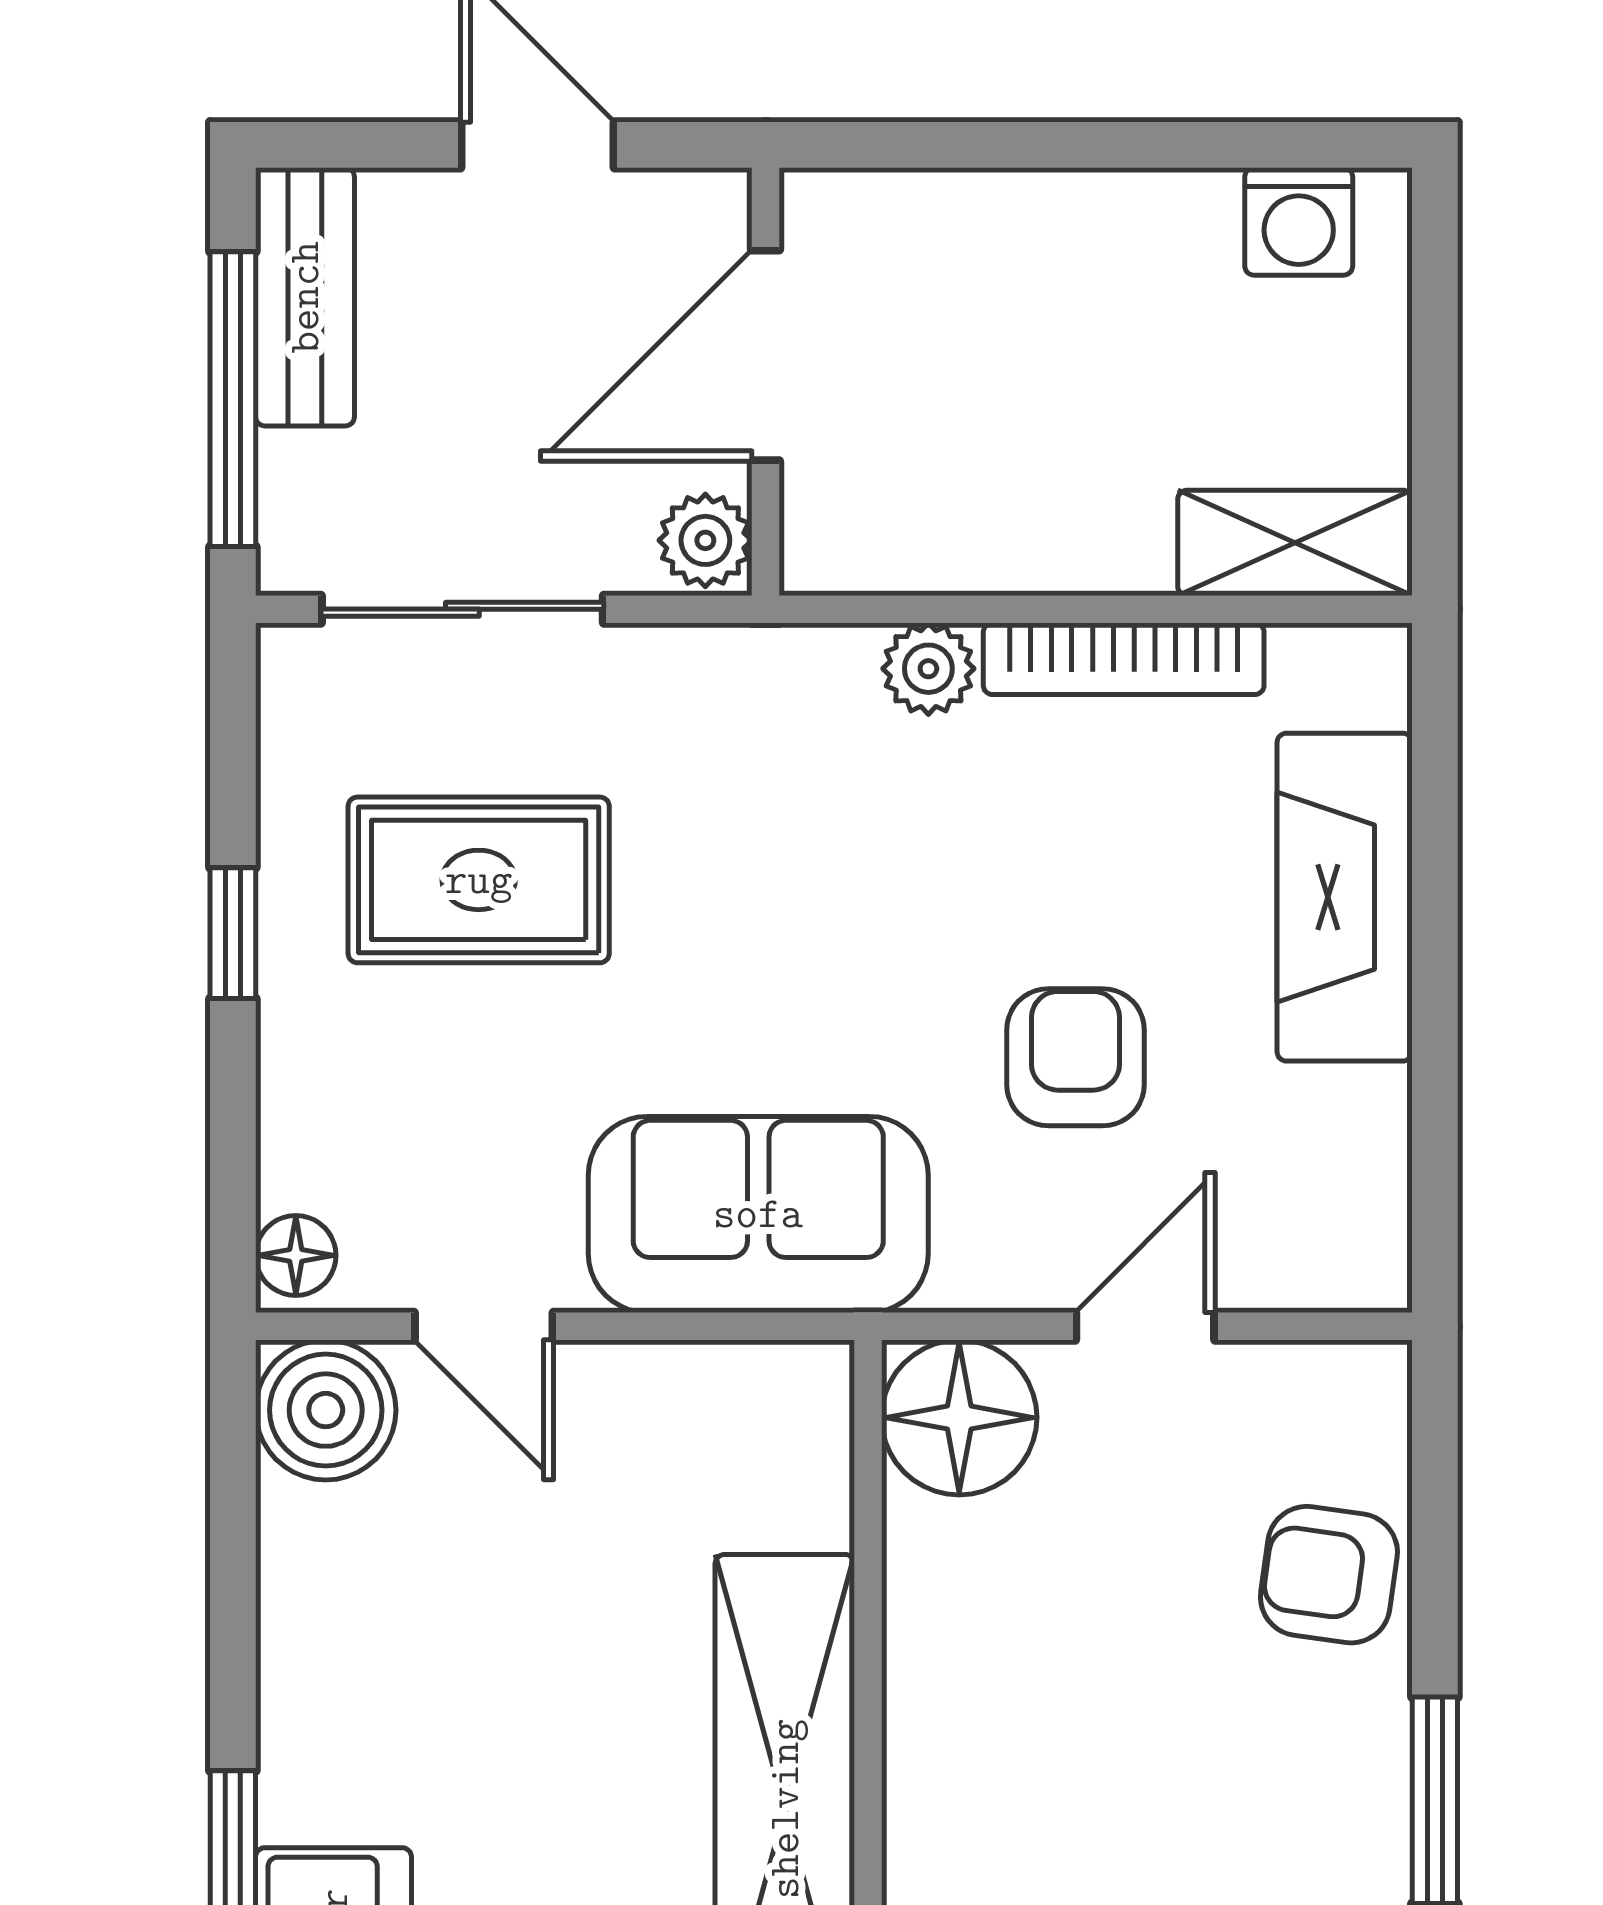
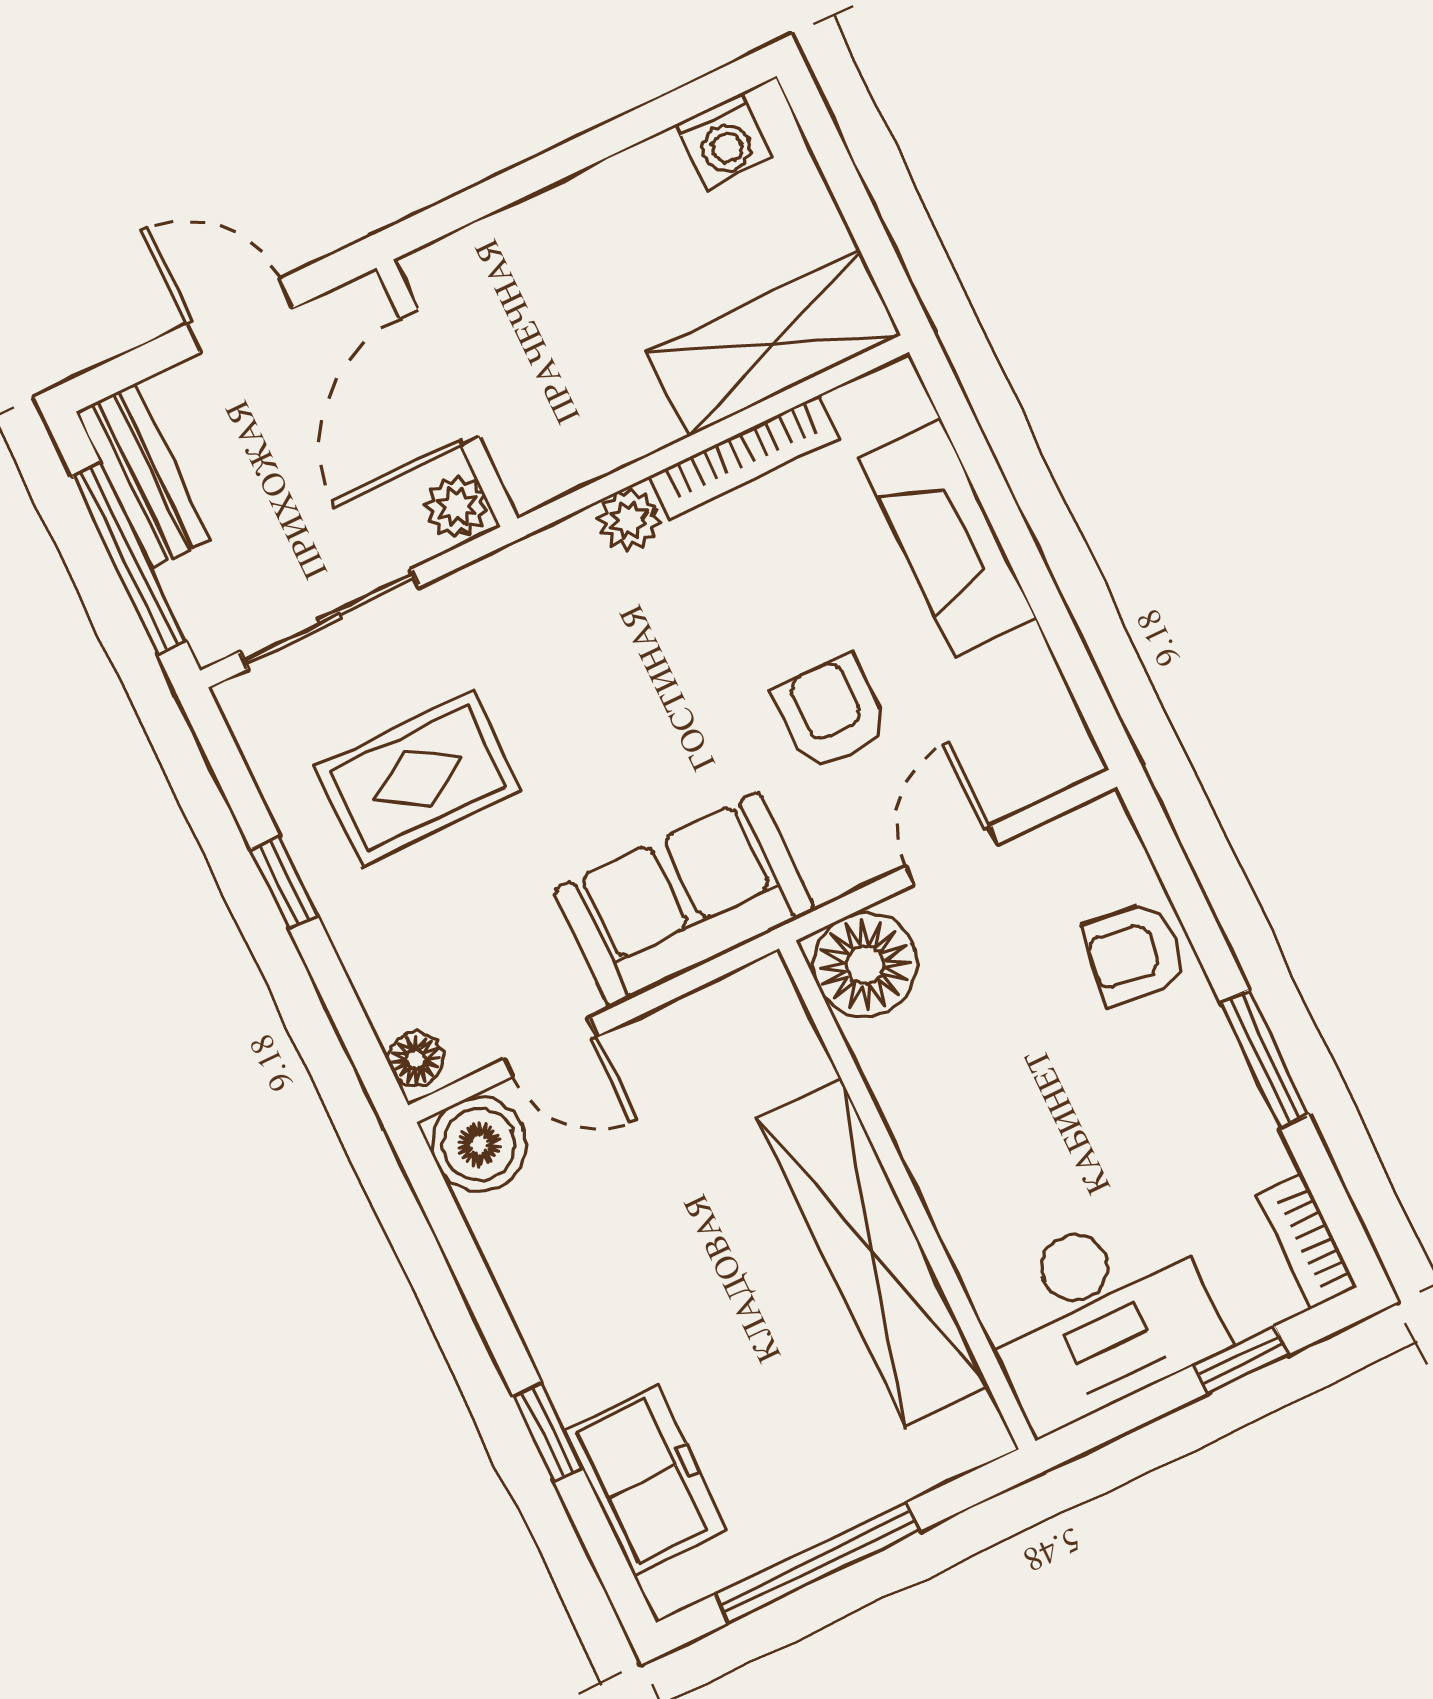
shelving: (1295, 543) -> (774, 344), width x1.50, depth x1.33

